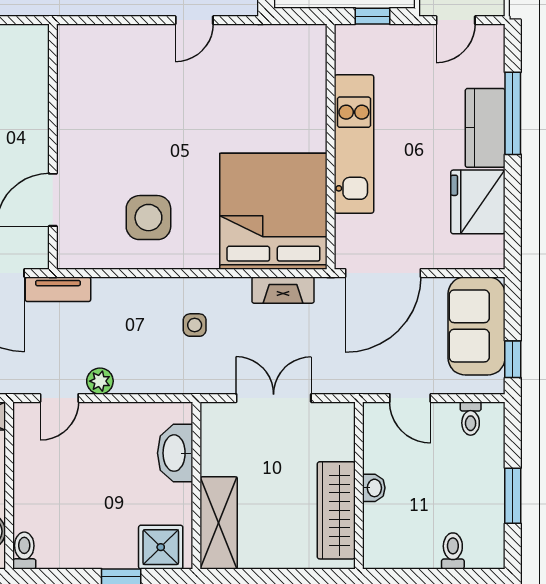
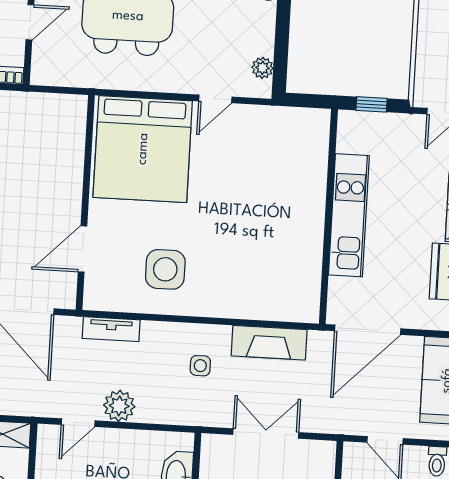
bed: (273, 211) -> (143, 149), moved, turned 180
tv unit: (58, 289) -> (111, 329), moved
fireplace: (283, 290) -> (269, 343), width x1.37, depth x1.32
plant: (100, 381) -> (119, 406), width x1.38, depth x1.38

